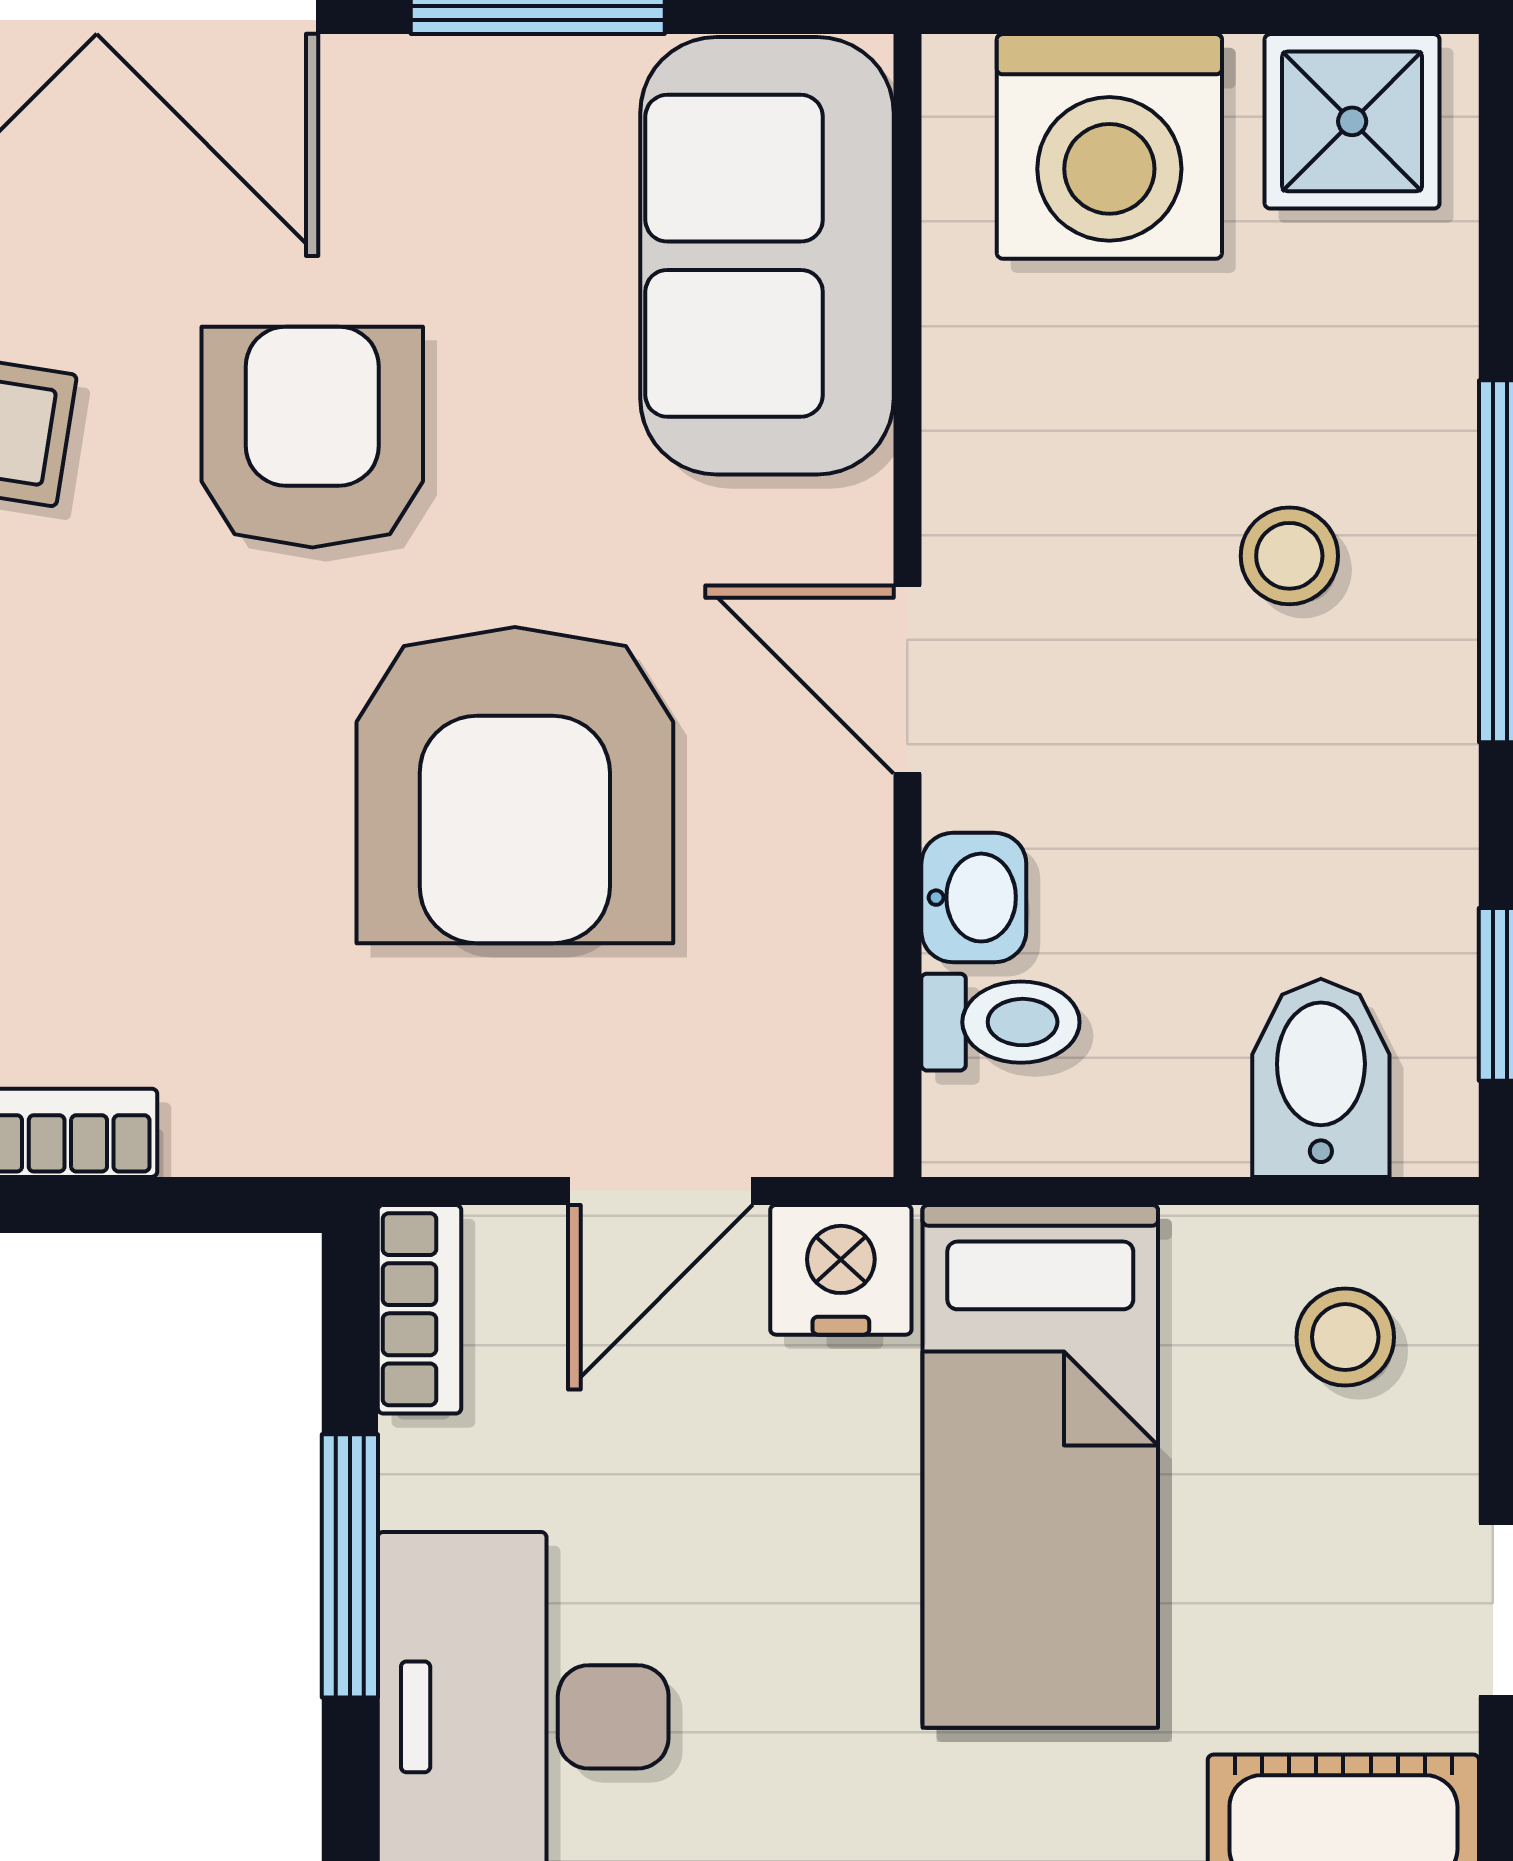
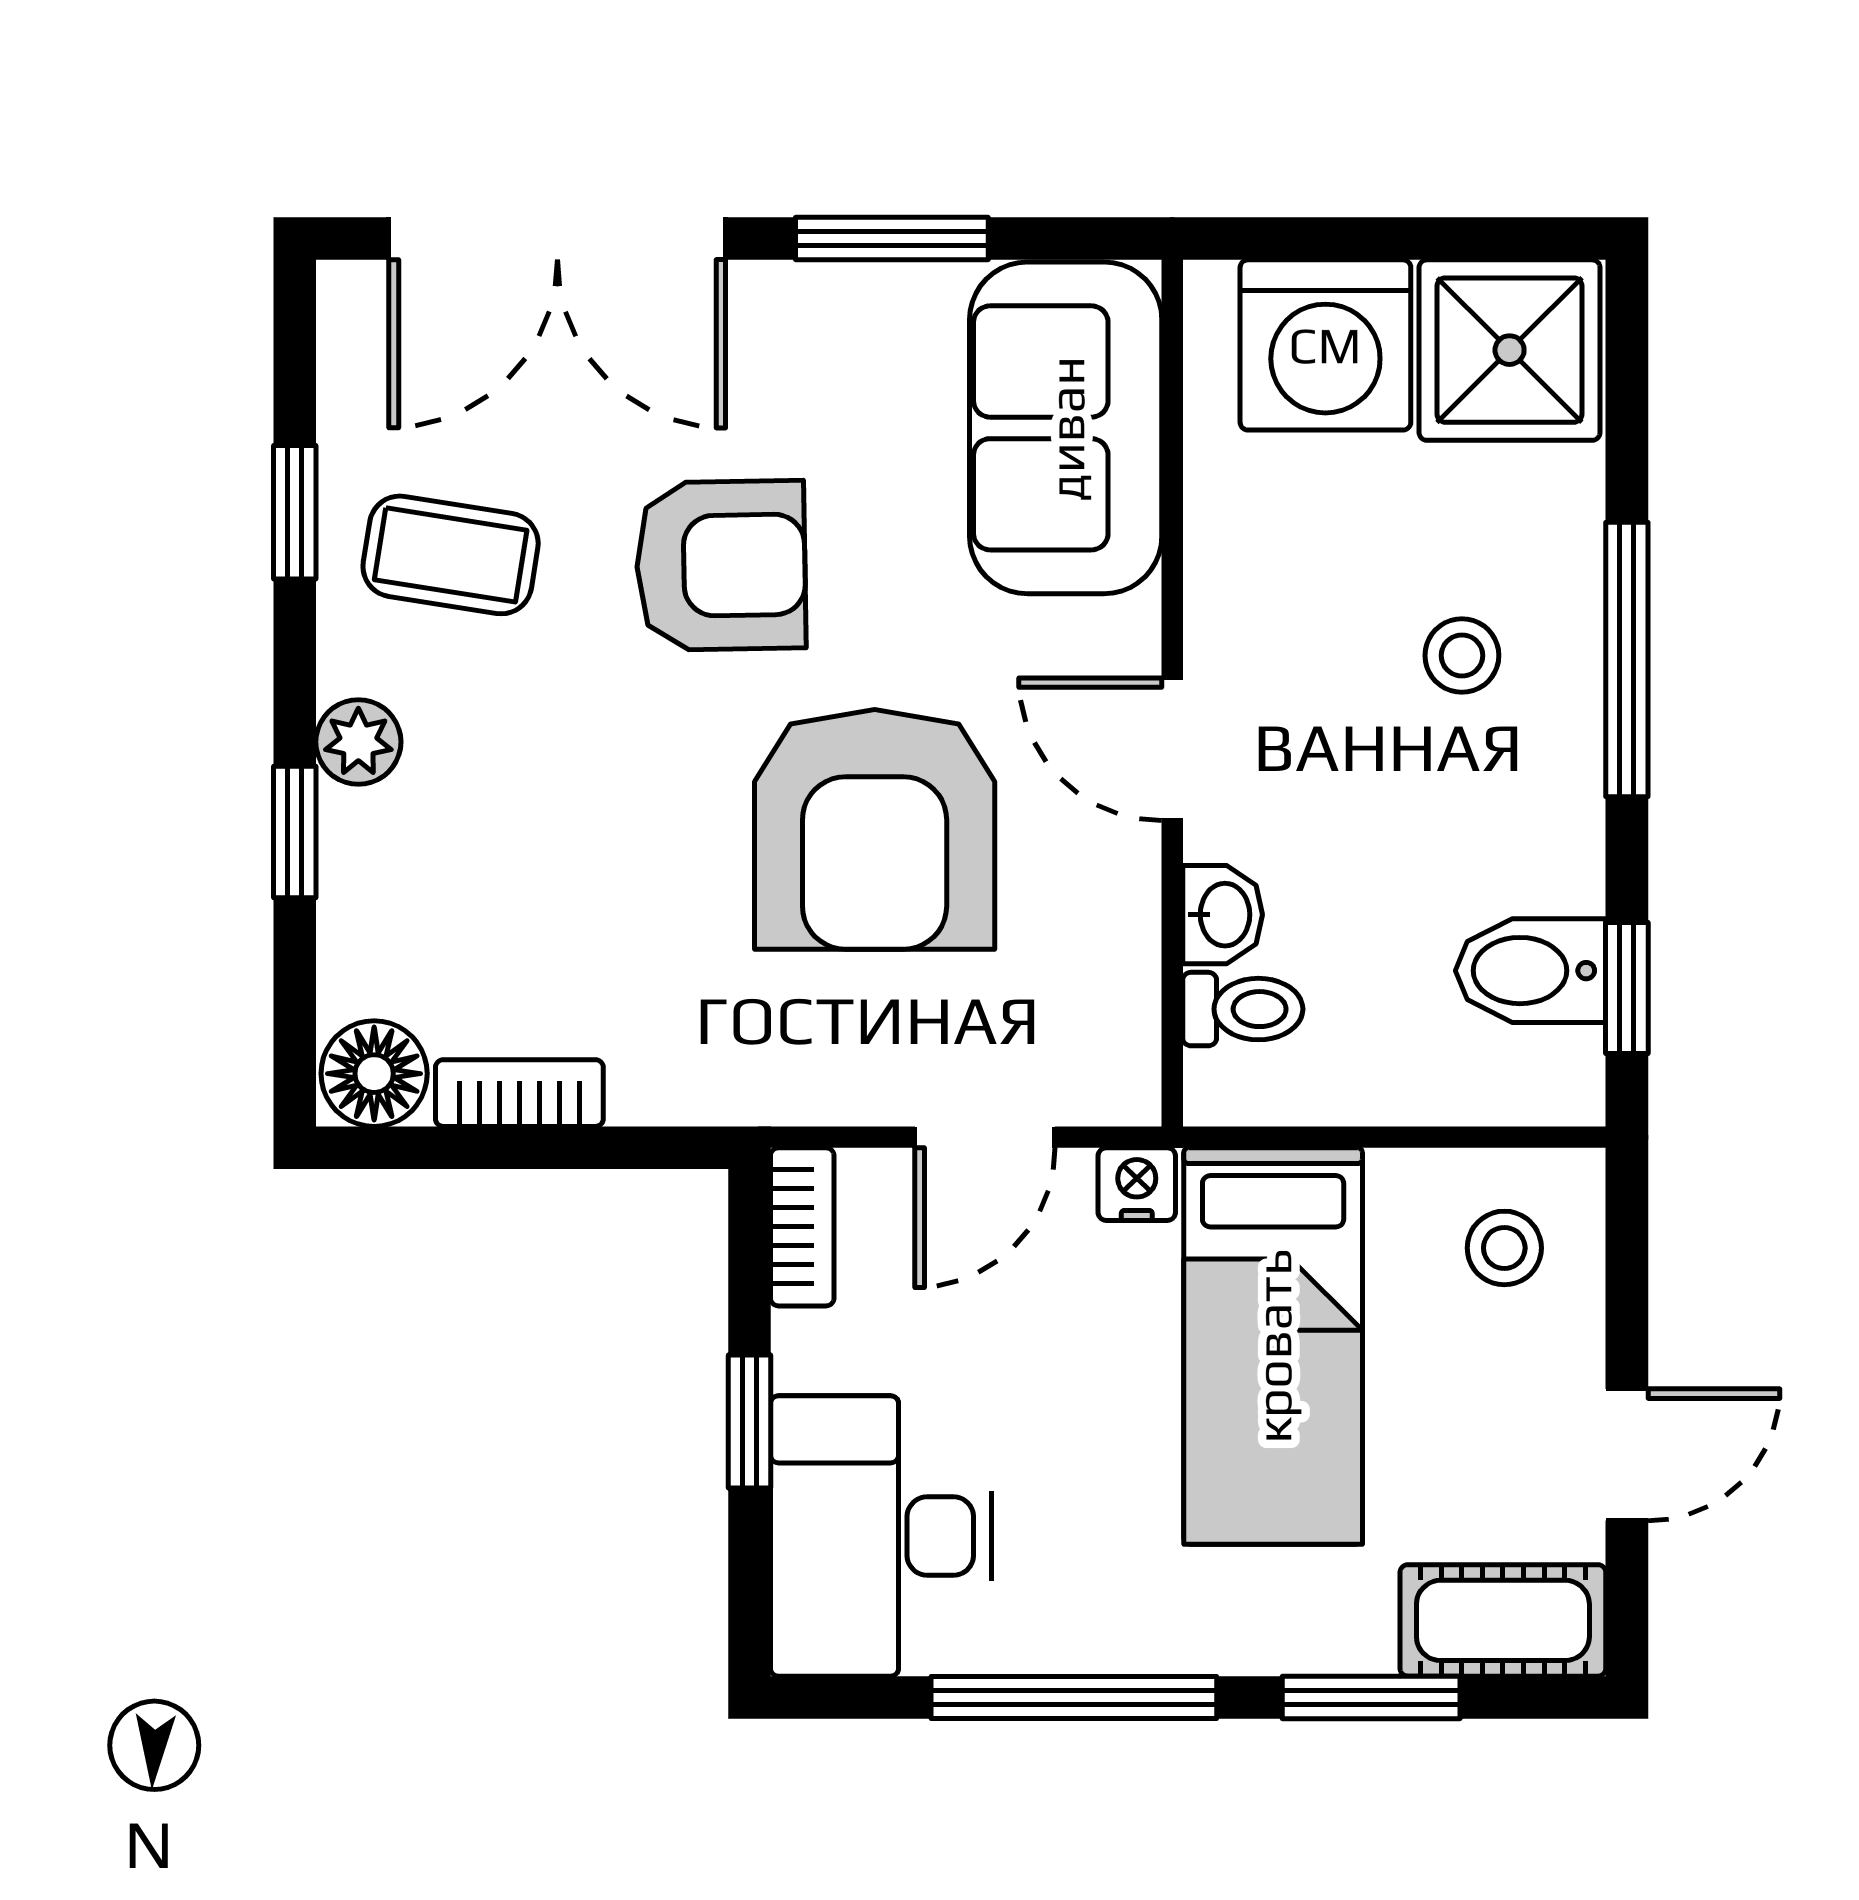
shower: (1352, 121) -> (1510, 350), width x1.36, depth x1.36
armchair: (312, 437) -> (721, 565), turned 89
bidet: (1321, 1078) -> (1531, 971), moved, turned -90
nightstand: (841, 1270) -> (1137, 1184), width x0.72, depth x0.74
window: (350, 1566) -> (749, 1421), width x0.67

